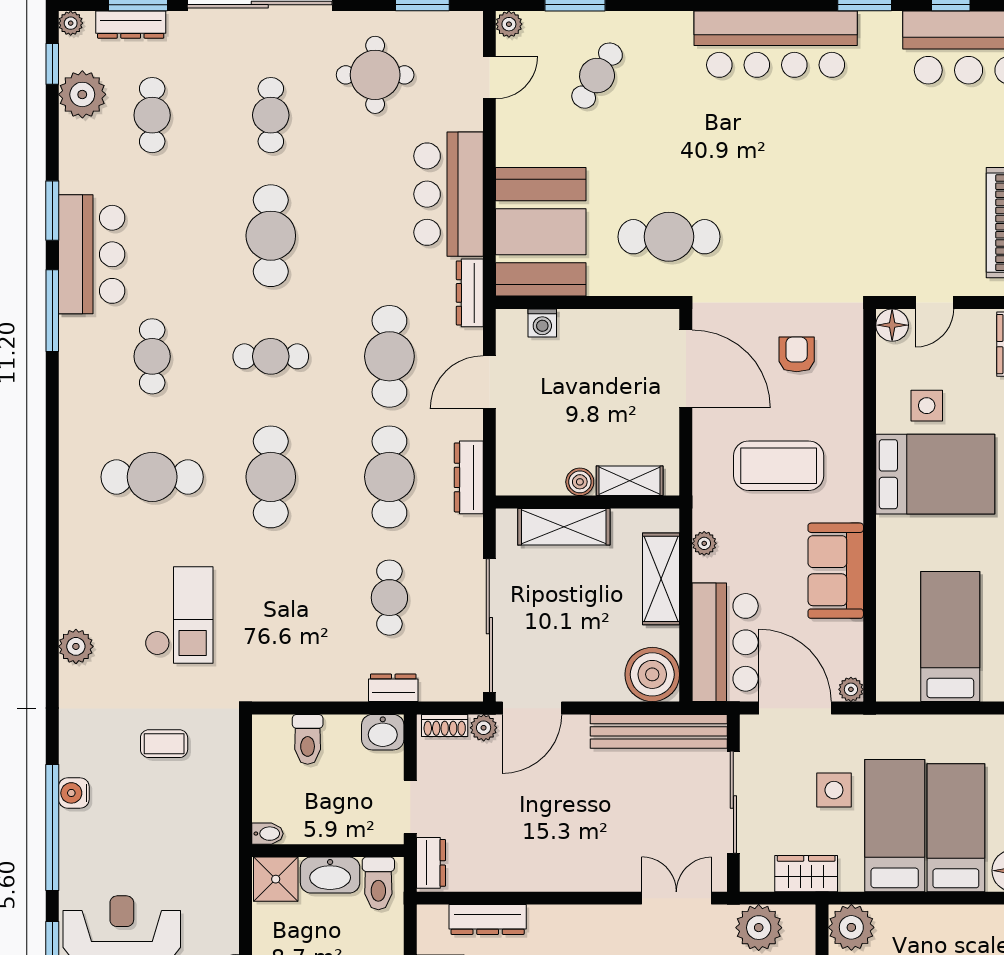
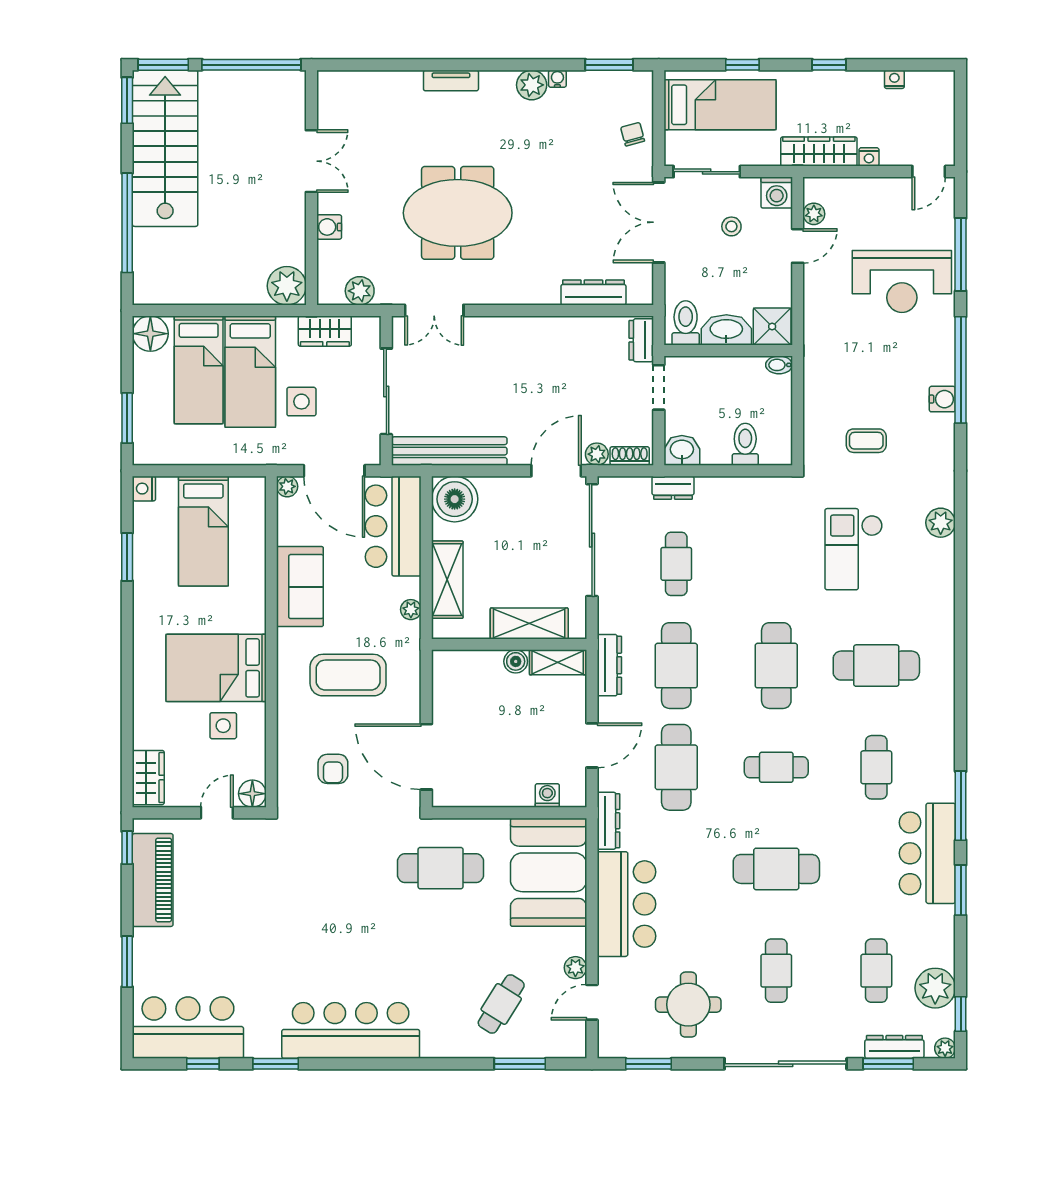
plant: (509, 24) -> (575, 968), moved
cafe table: (271, 236) -> (776, 869), turned 90
shelving: (630, 481) -> (558, 662), moved
plant: (759, 928) -> (360, 291), width x0.73, depth x0.73

